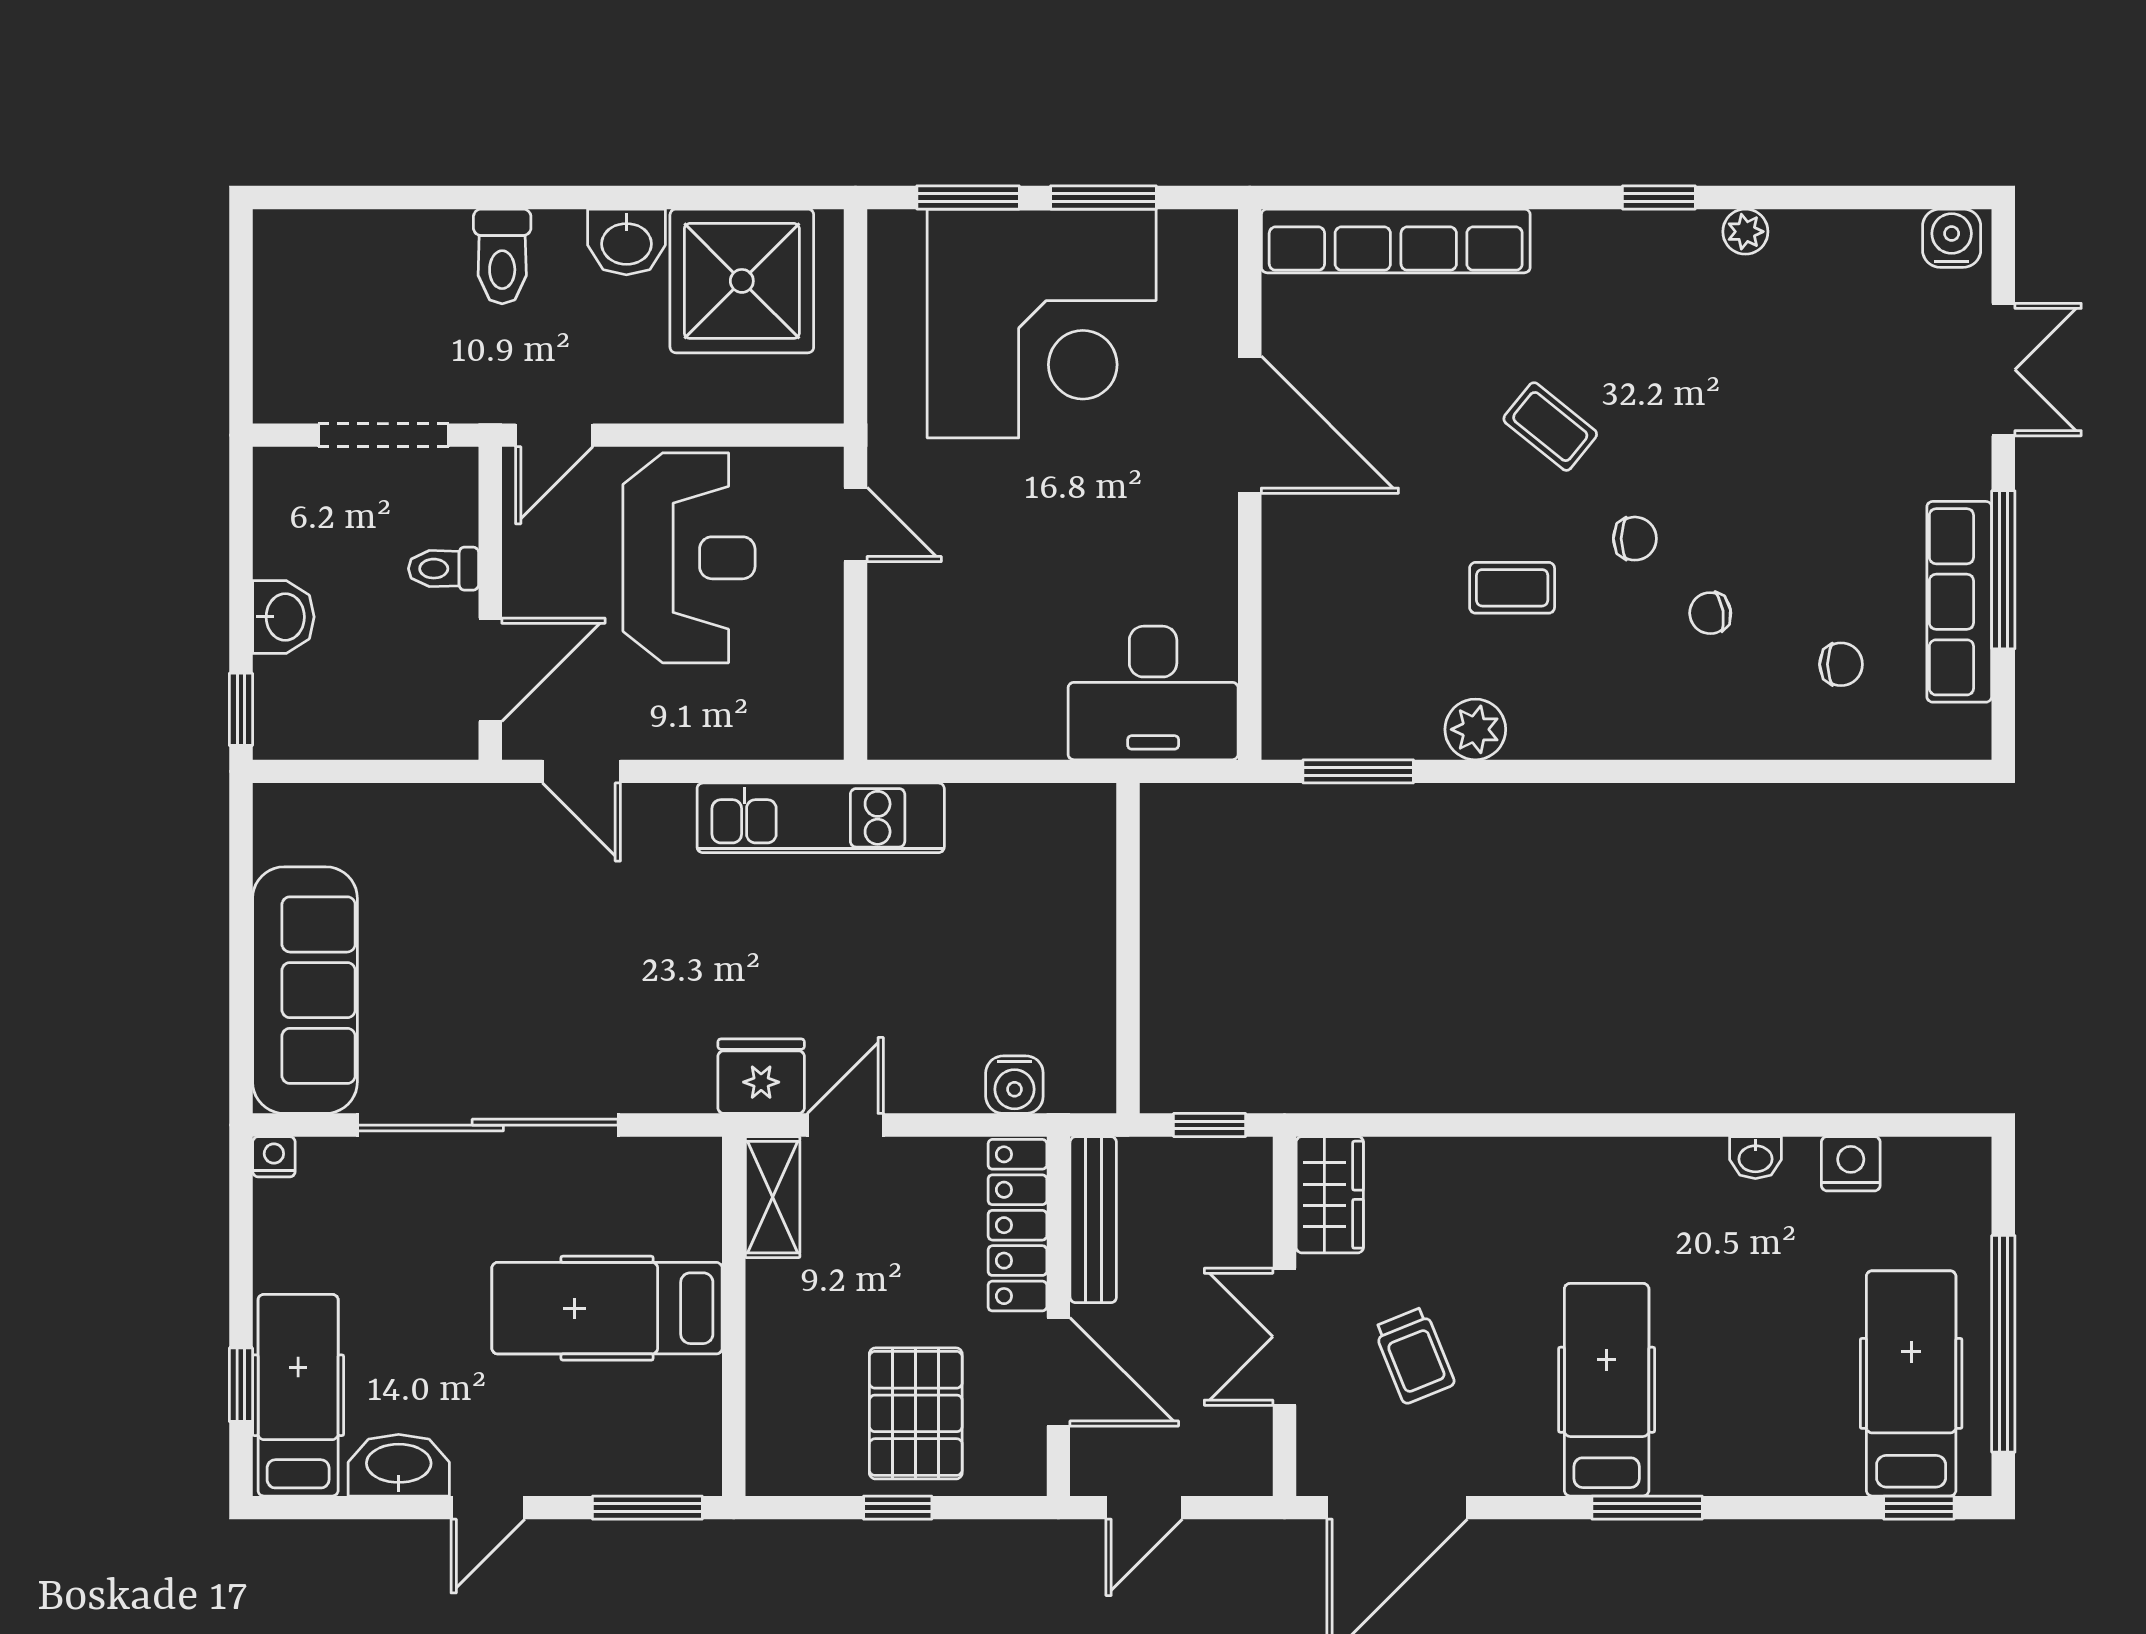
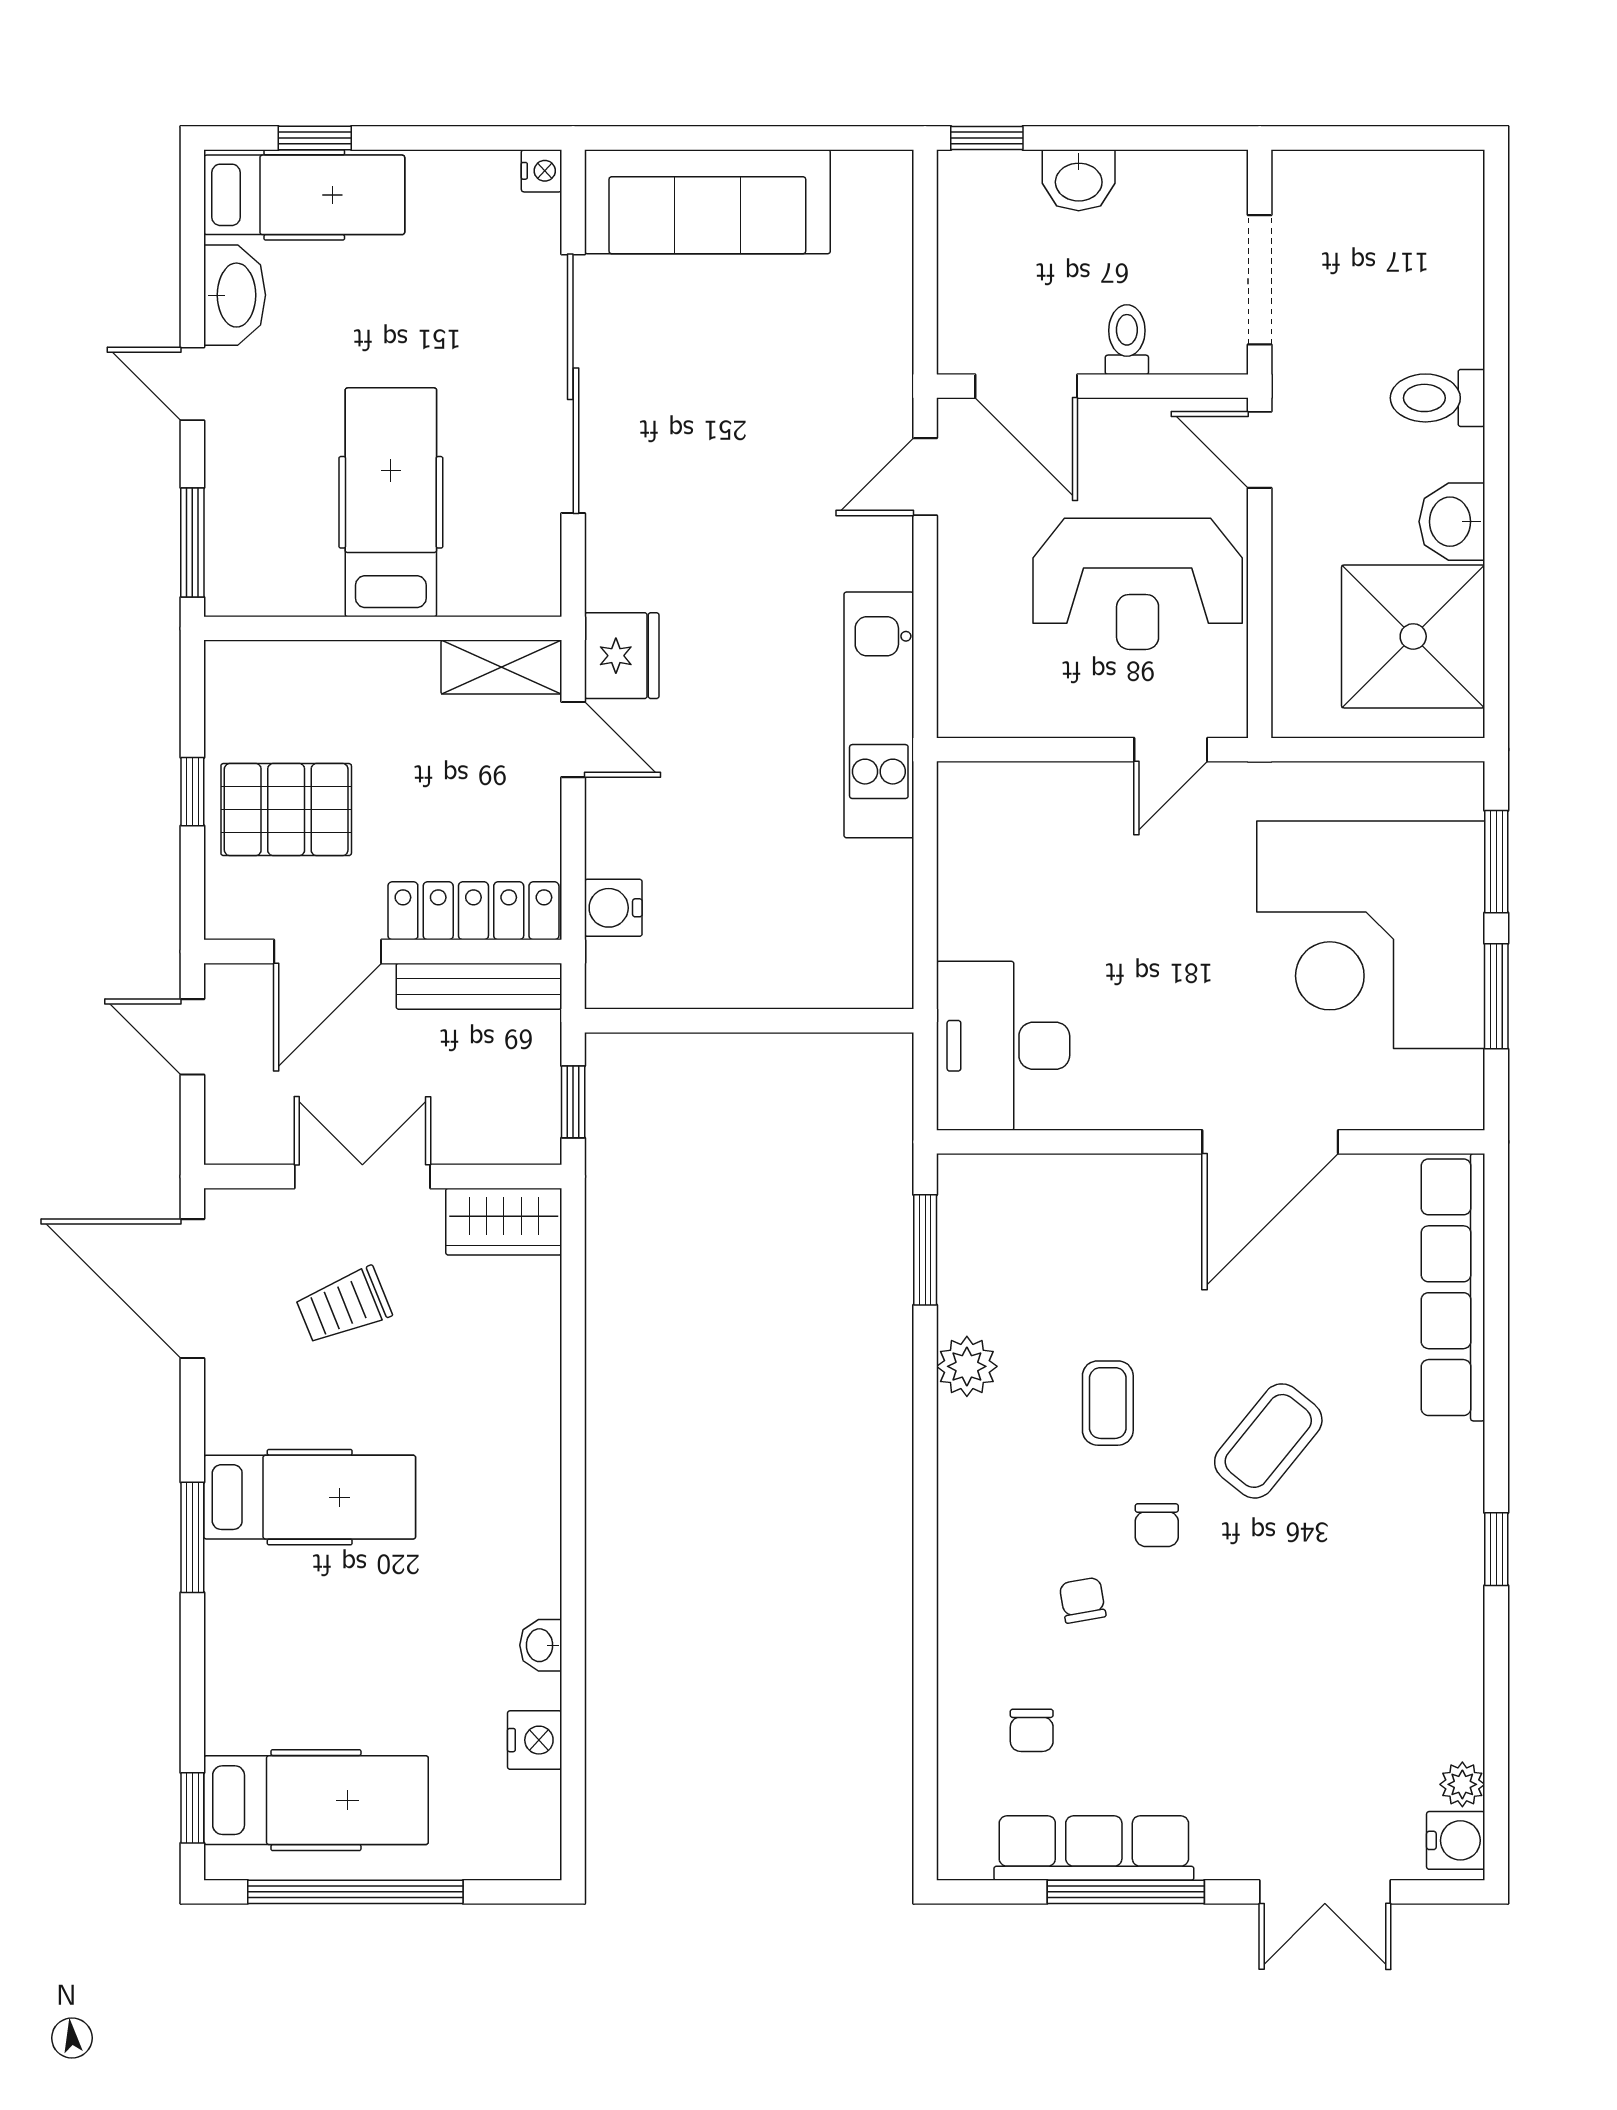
plant: (1745, 232) -> (1462, 1784), moved
coffee table: (1550, 427) -> (1268, 1441), width x1.36, depth x1.30

